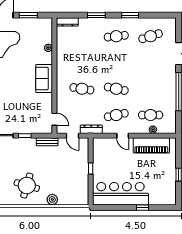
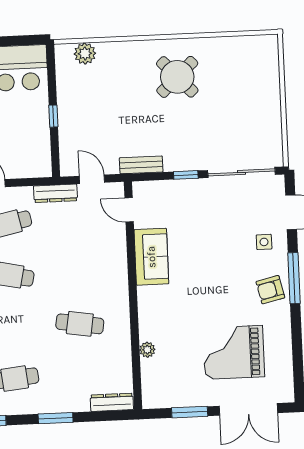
sofa: (44, 79) -> (151, 257), moved
cafe table: (82, 89) -> (80, 324), moved
round table: (27, 186) -> (177, 77), turned 31
plant: (52, 199) -> (85, 54), moved

